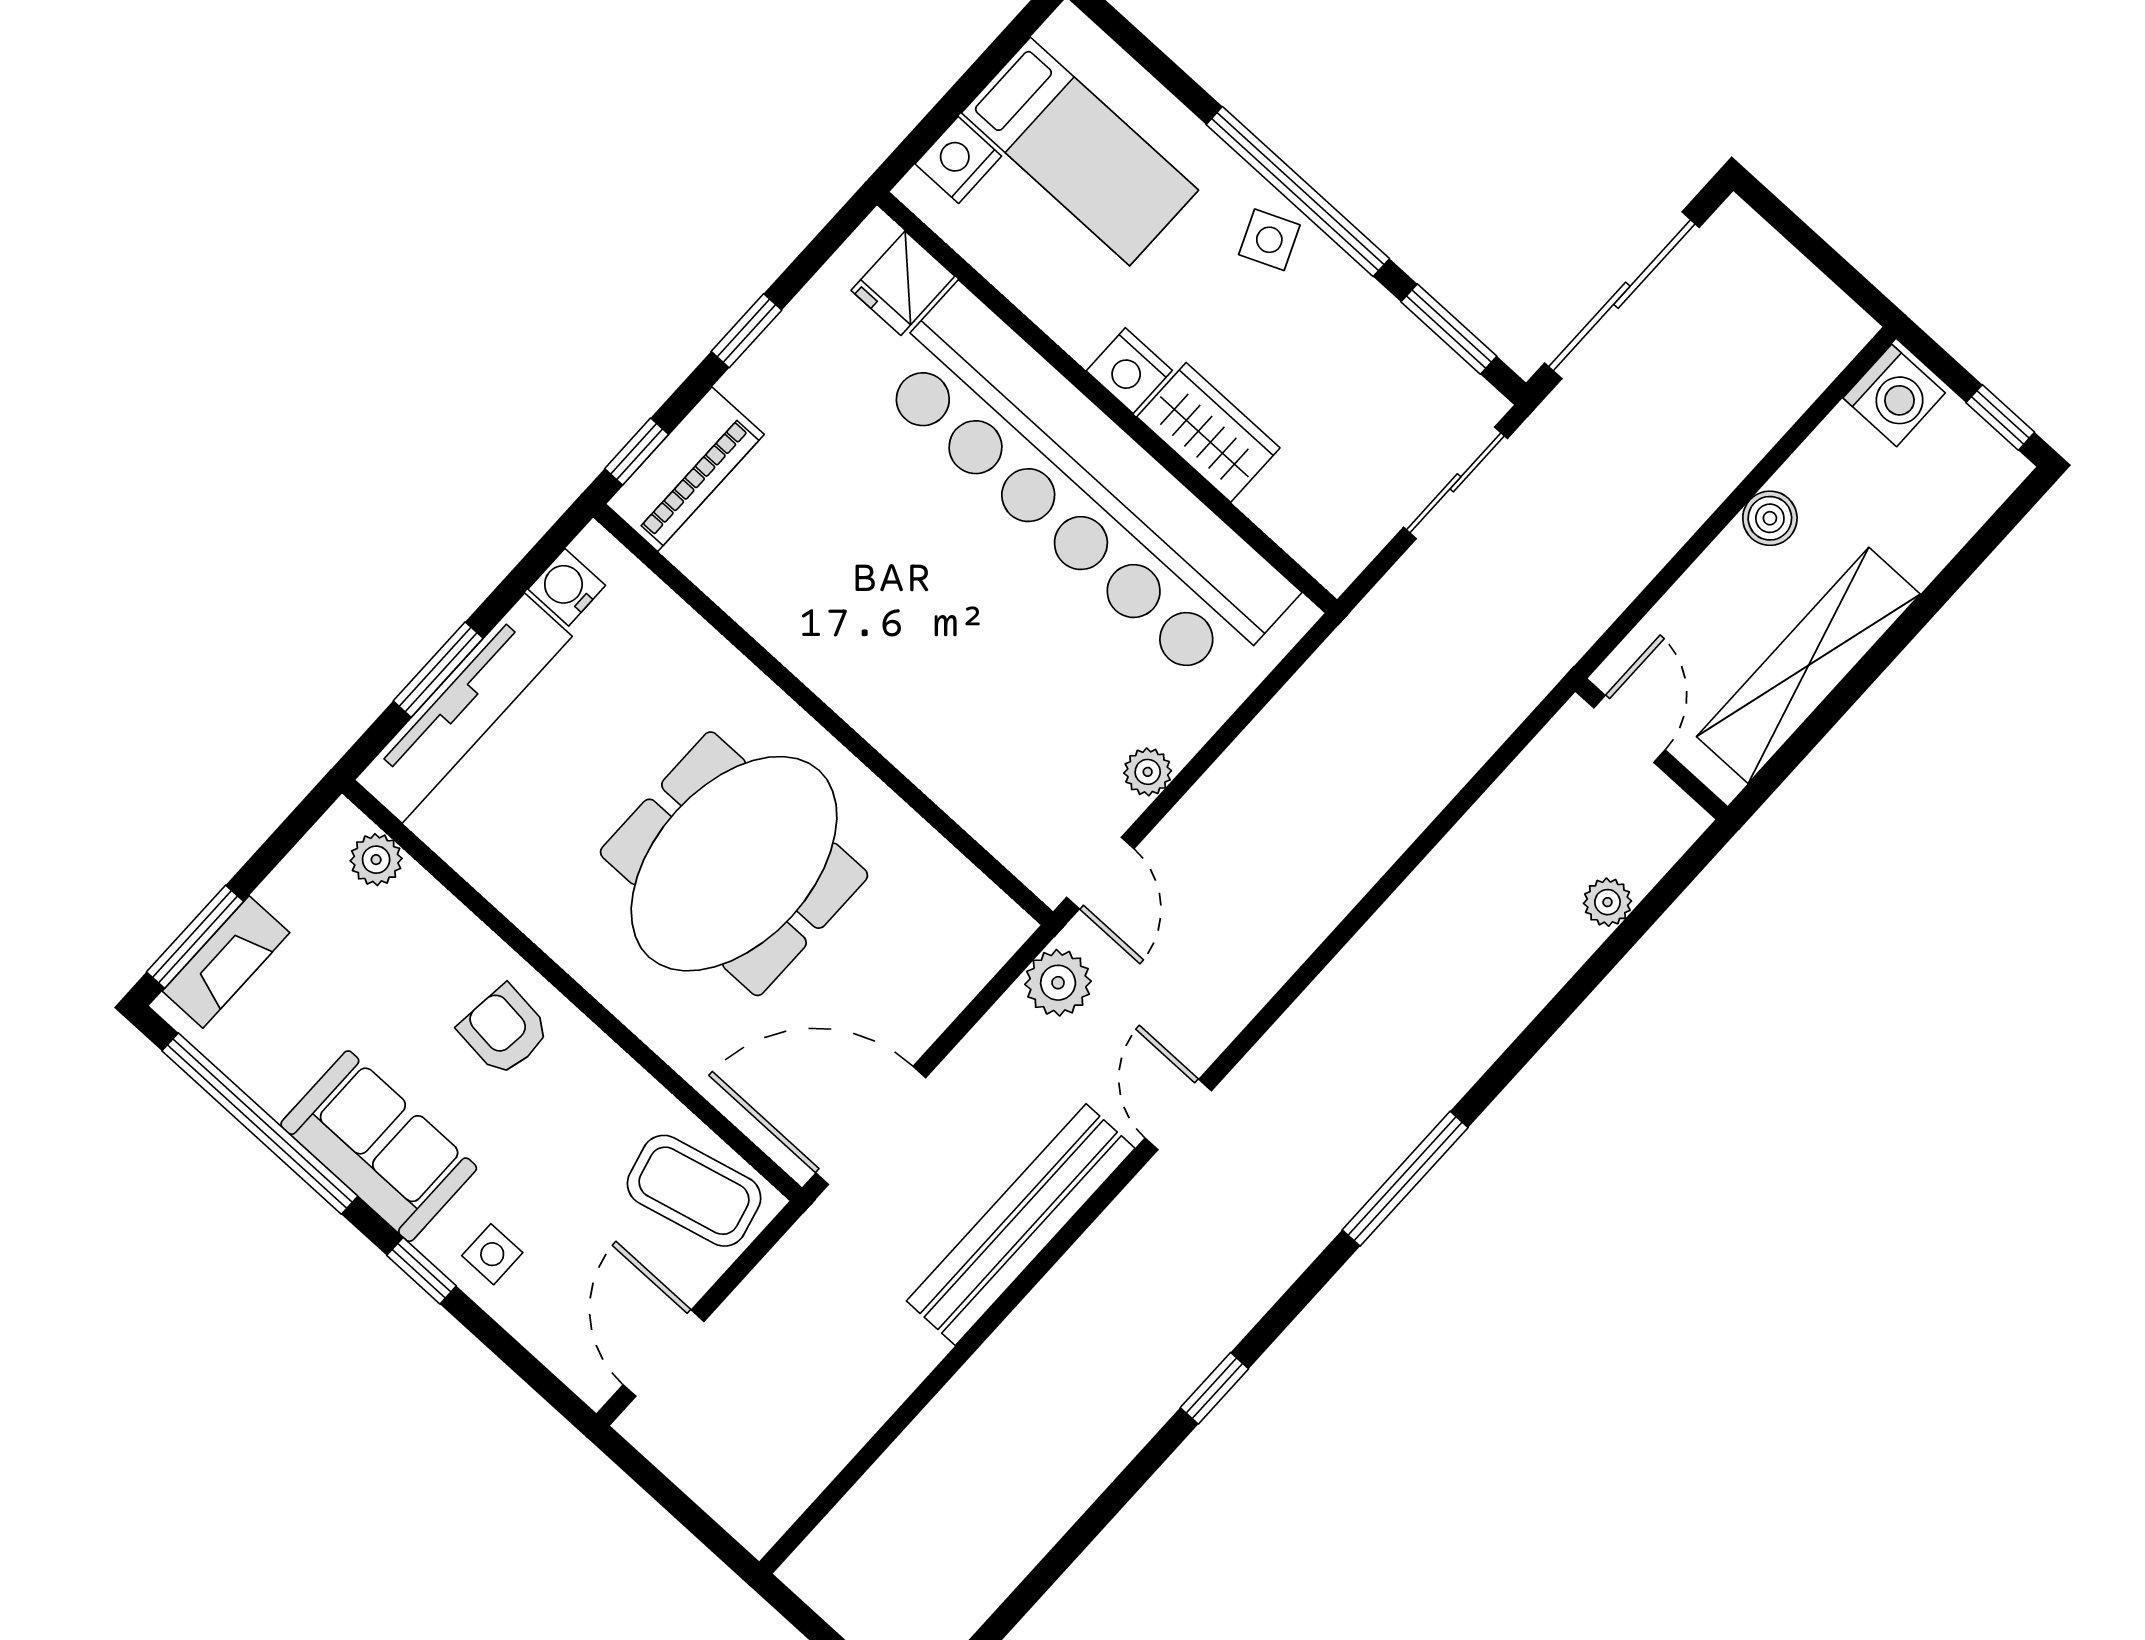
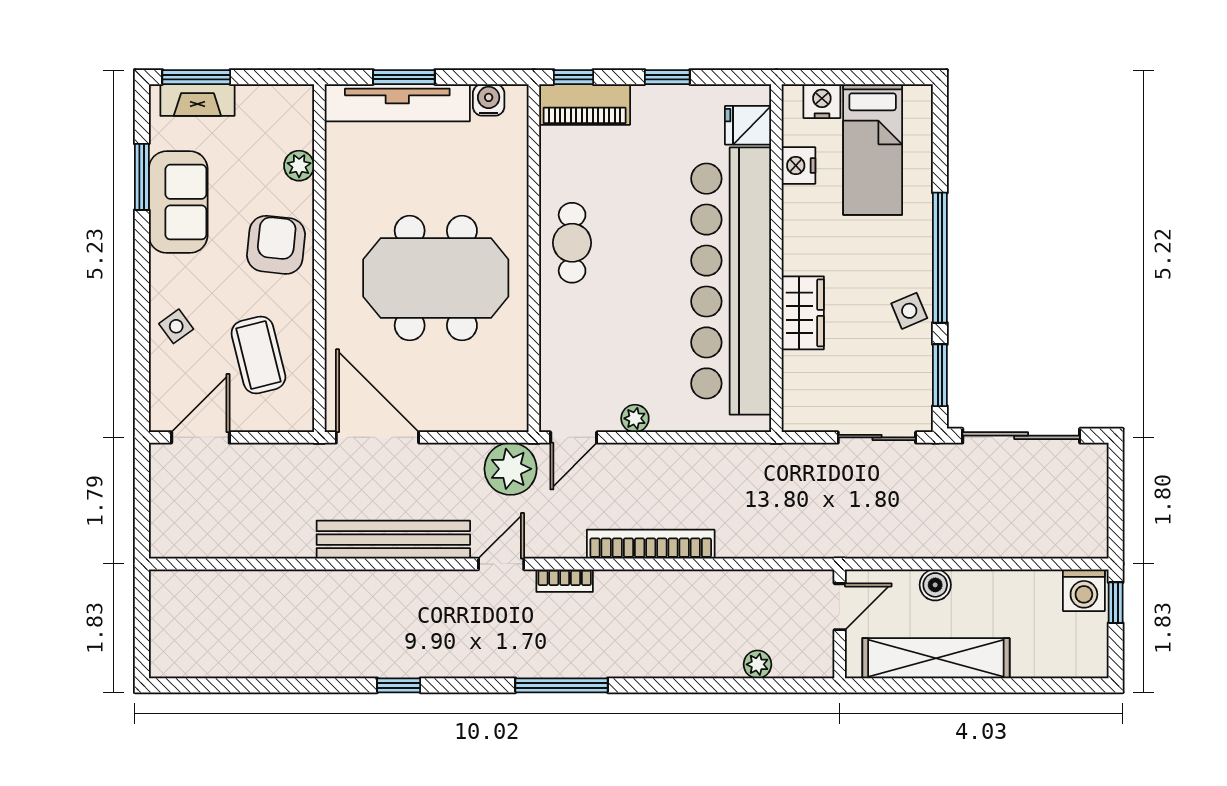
side table: (1269, 240) -> (909, 311), moved
nightstand: (1129, 371) -> (798, 165), moved
window: (2000, 417) -> (1116, 603), moved
boiler: (1770, 518) -> (935, 585), moved
cafe table: (848, 647) -> (572, 243), added
plant: (376, 860) -> (299, 166), moved
bookcase: (1328, 899) -> (651, 544), added
plant: (1058, 983) -> (511, 469), width x1.36, depth x1.36
armchair: (504, 1030) -> (276, 245), width x1.38, depth x1.38
bookcase: (1274, 1052) -> (565, 581), added
window: (260, 1124) -> (142, 177), width x0.47
sofa: (379, 1146) -> (178, 202), moved
coffee table: (694, 1191) -> (258, 355), moved
side table: (492, 1254) -> (176, 326), turned -36
window: (421, 1271) -> (142, 303), removed

